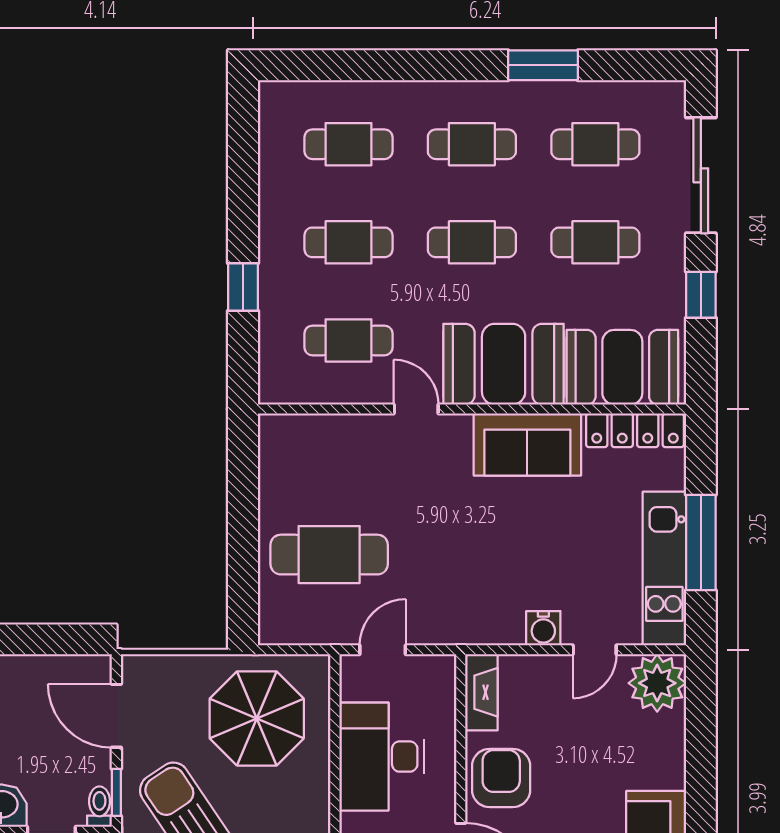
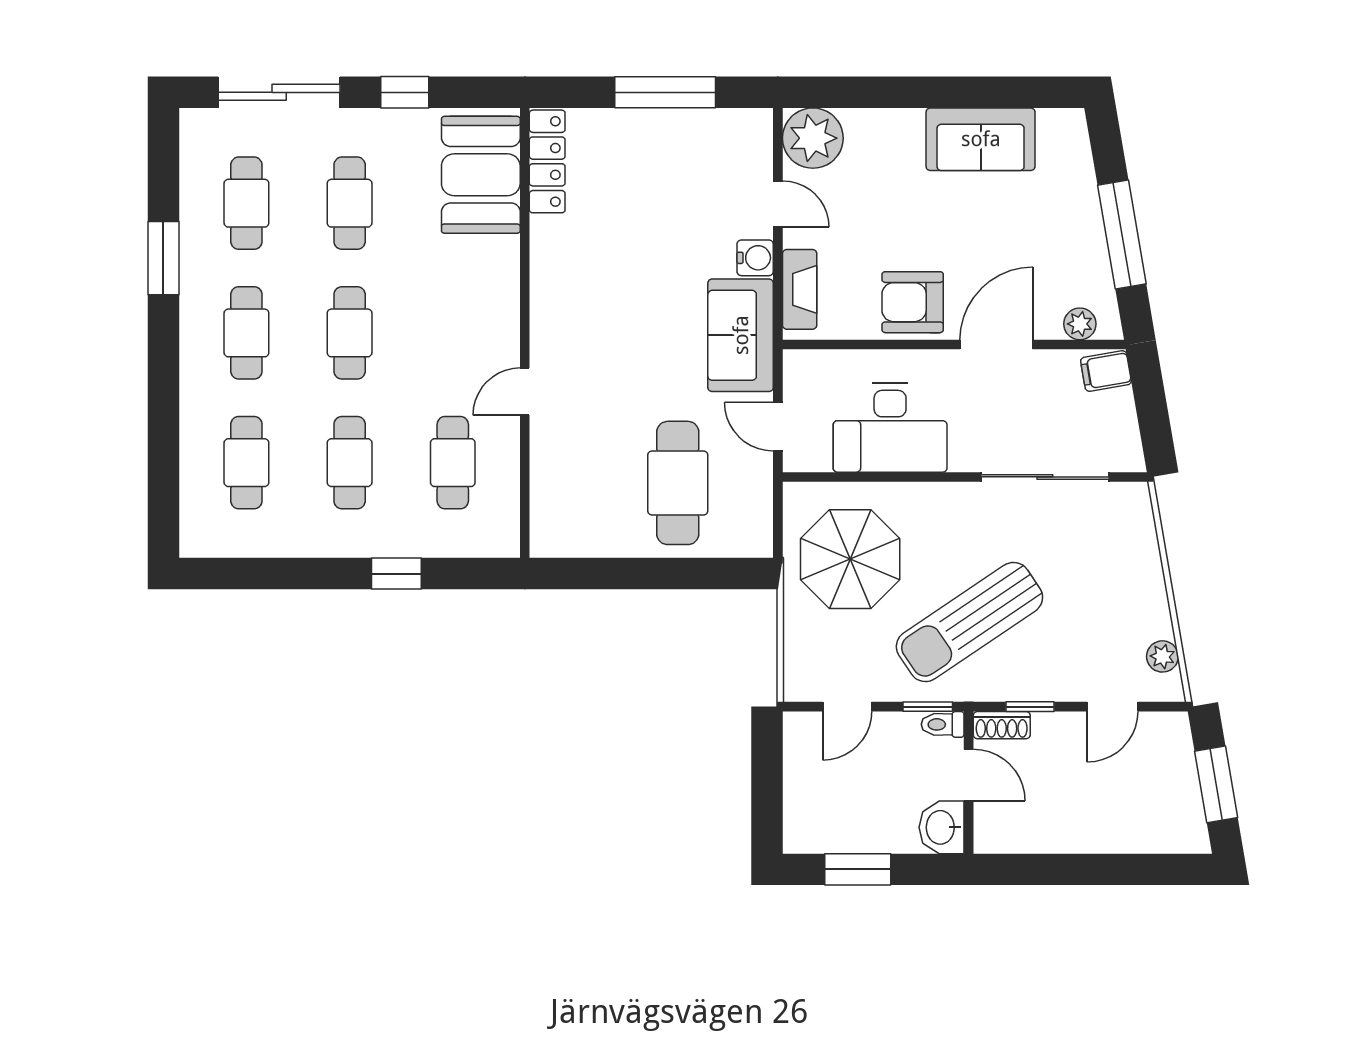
booth: (504, 364) -> (478, 300), removed
sofa: (527, 445) -> (741, 335), moved, turned 180
kitchen unit: (664, 569) -> (692, 131), removed
fireplace: (481, 692) -> (800, 289), moved, turned 90
door: (116, 716) -> (847, 707), width x0.73

